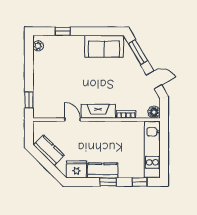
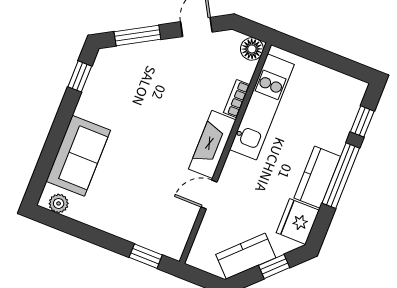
window: (63, 31) -> (80, 76), moved
sofa: (104, 46) -> (78, 156), moved
kitchen unit: (152, 150) -> (262, 107), moved, turned -90
window: (49, 166) -> (274, 266), added
window: (108, 182) -> (341, 176), width x2.17

